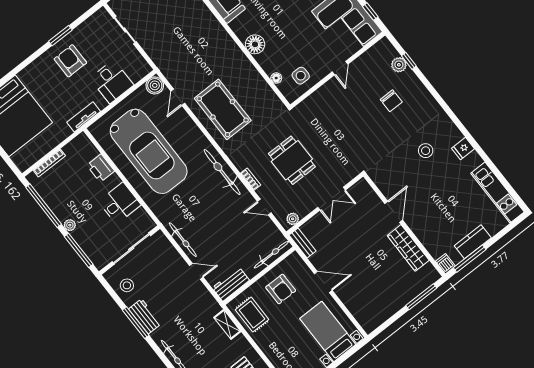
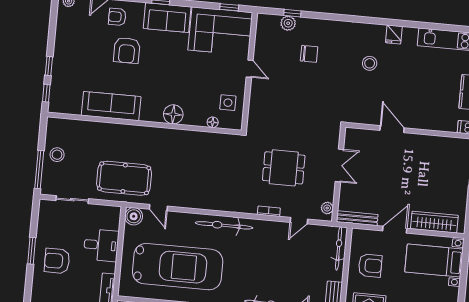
pool table: (223, 109) -> (124, 178), moved
bicycle: (222, 172) -> (224, 225), moved
bench: (303, 243) -> (357, 218), width x1.36
wardrobe: (408, 248) -> (434, 222), moved, turned 180

